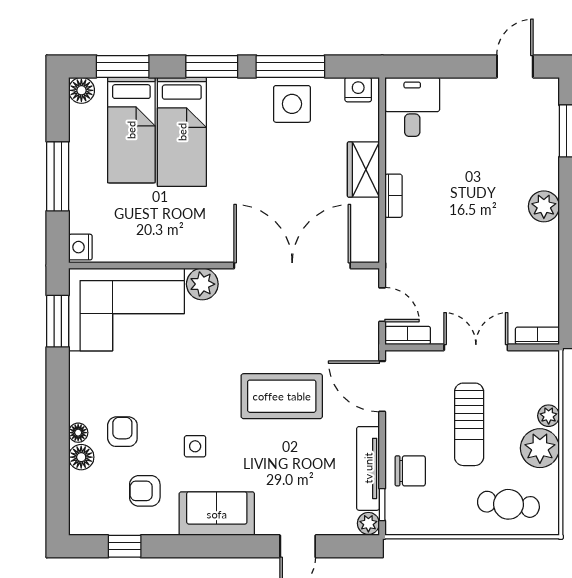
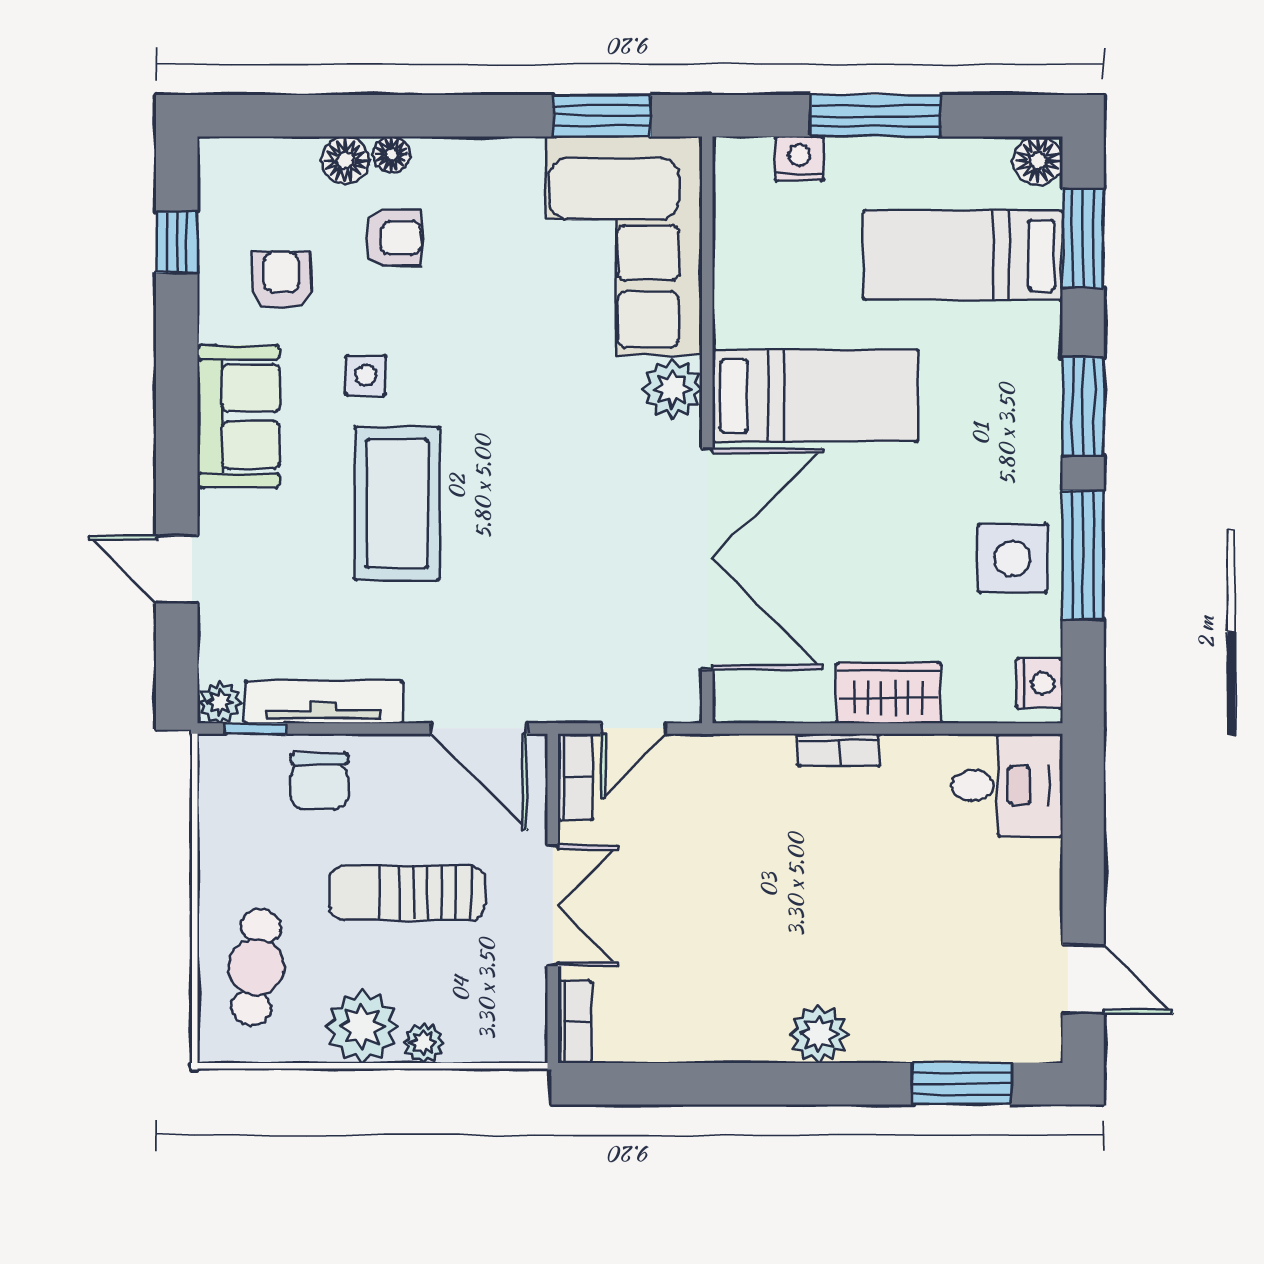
bed: (182, 132) -> (815, 396), moved, turned 180
nightstand: (80, 247) -> (799, 159), moved
door: (382, 386) -> (479, 728), swing flipped
coffee table: (282, 396) -> (397, 503), moved

